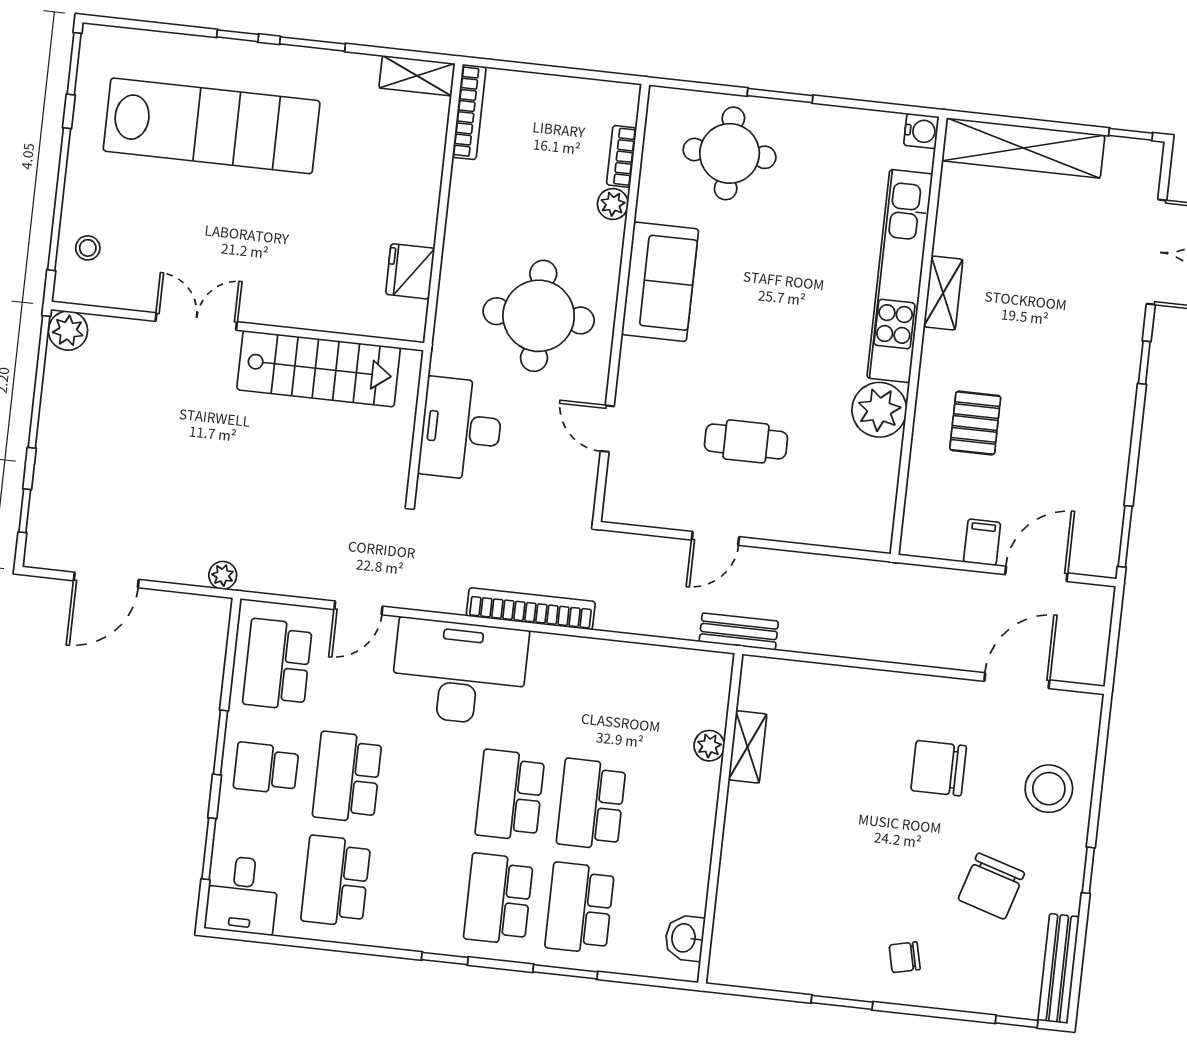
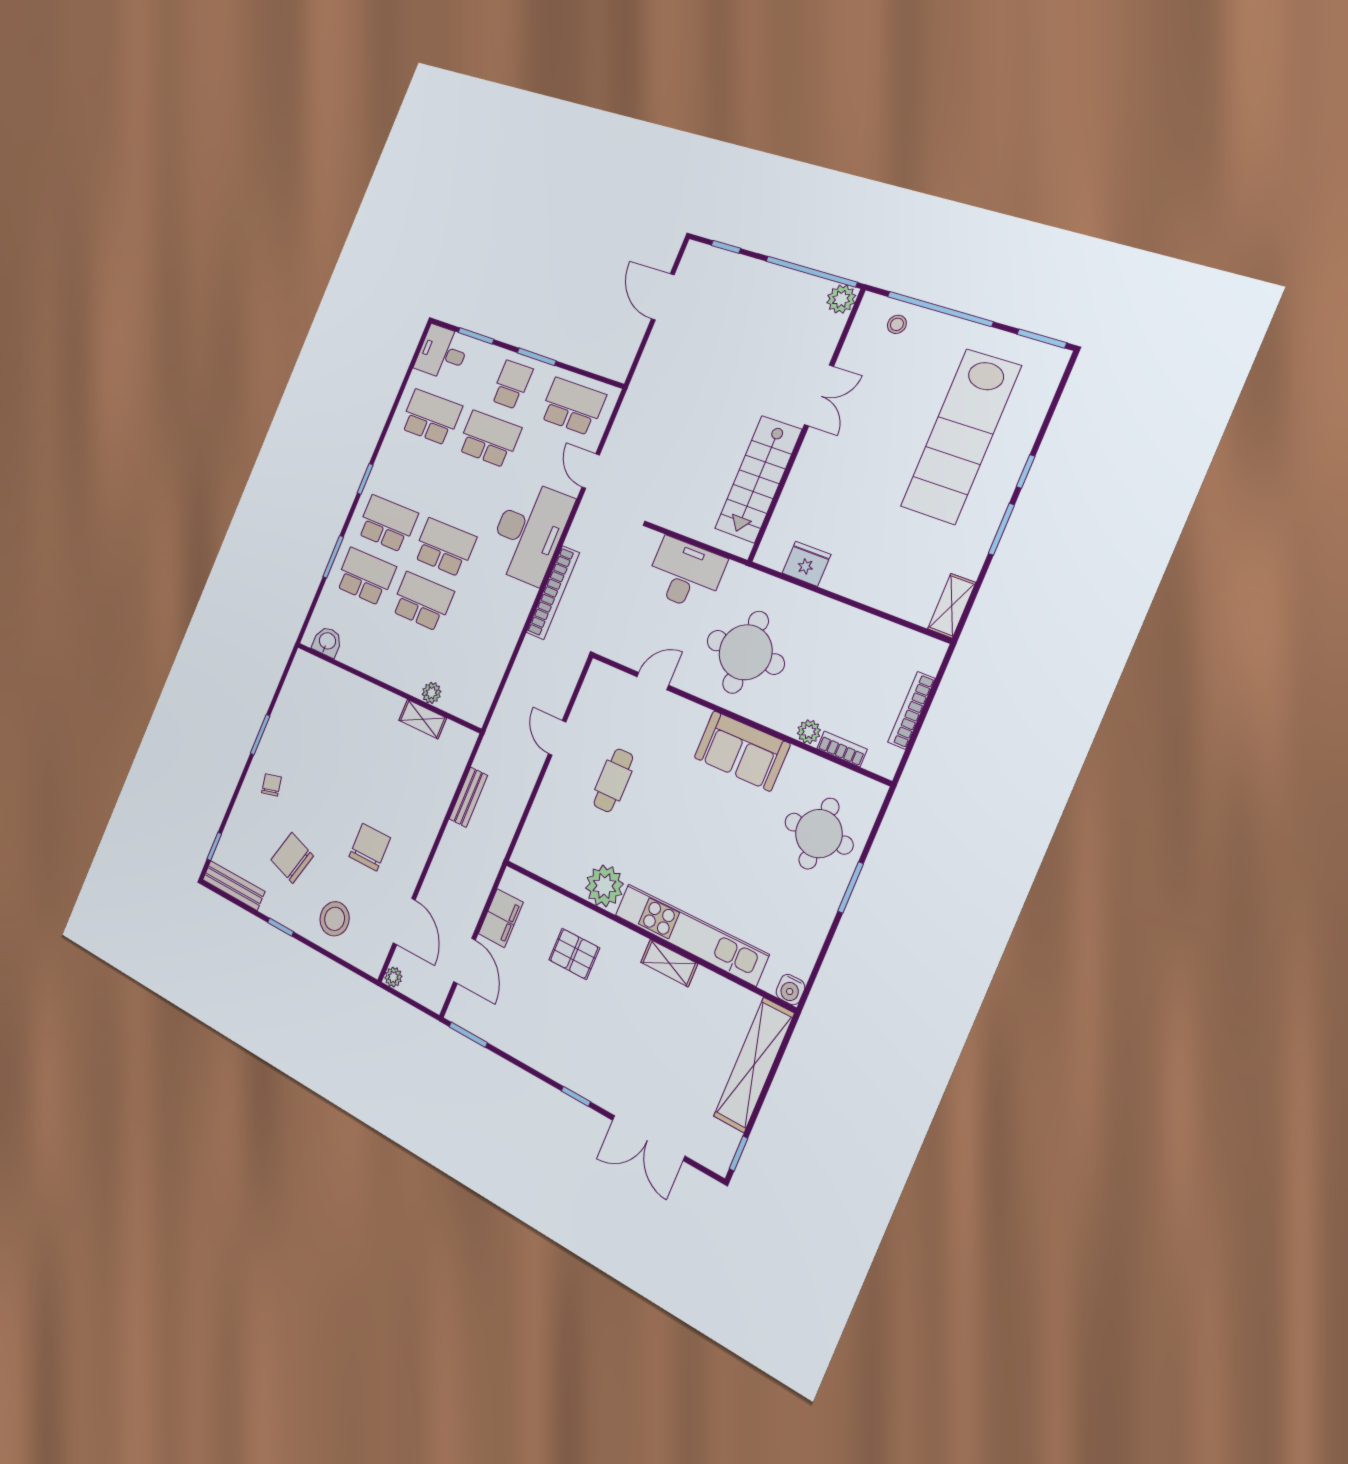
bookcase: (469, 112) -> (912, 710), moved, turned 90
filing cabinet: (982, 542) -> (501, 918), width x2.00
plant: (223, 575) -> (393, 977), moved
bench: (739, 631) -> (468, 797), moved

